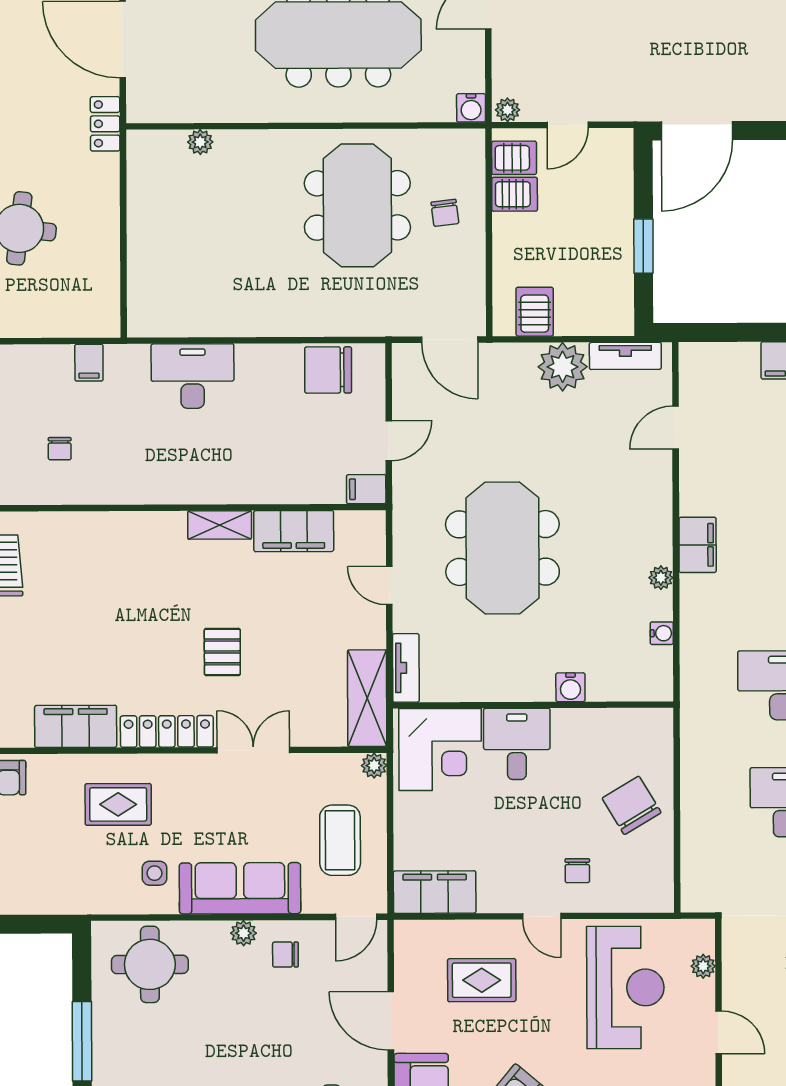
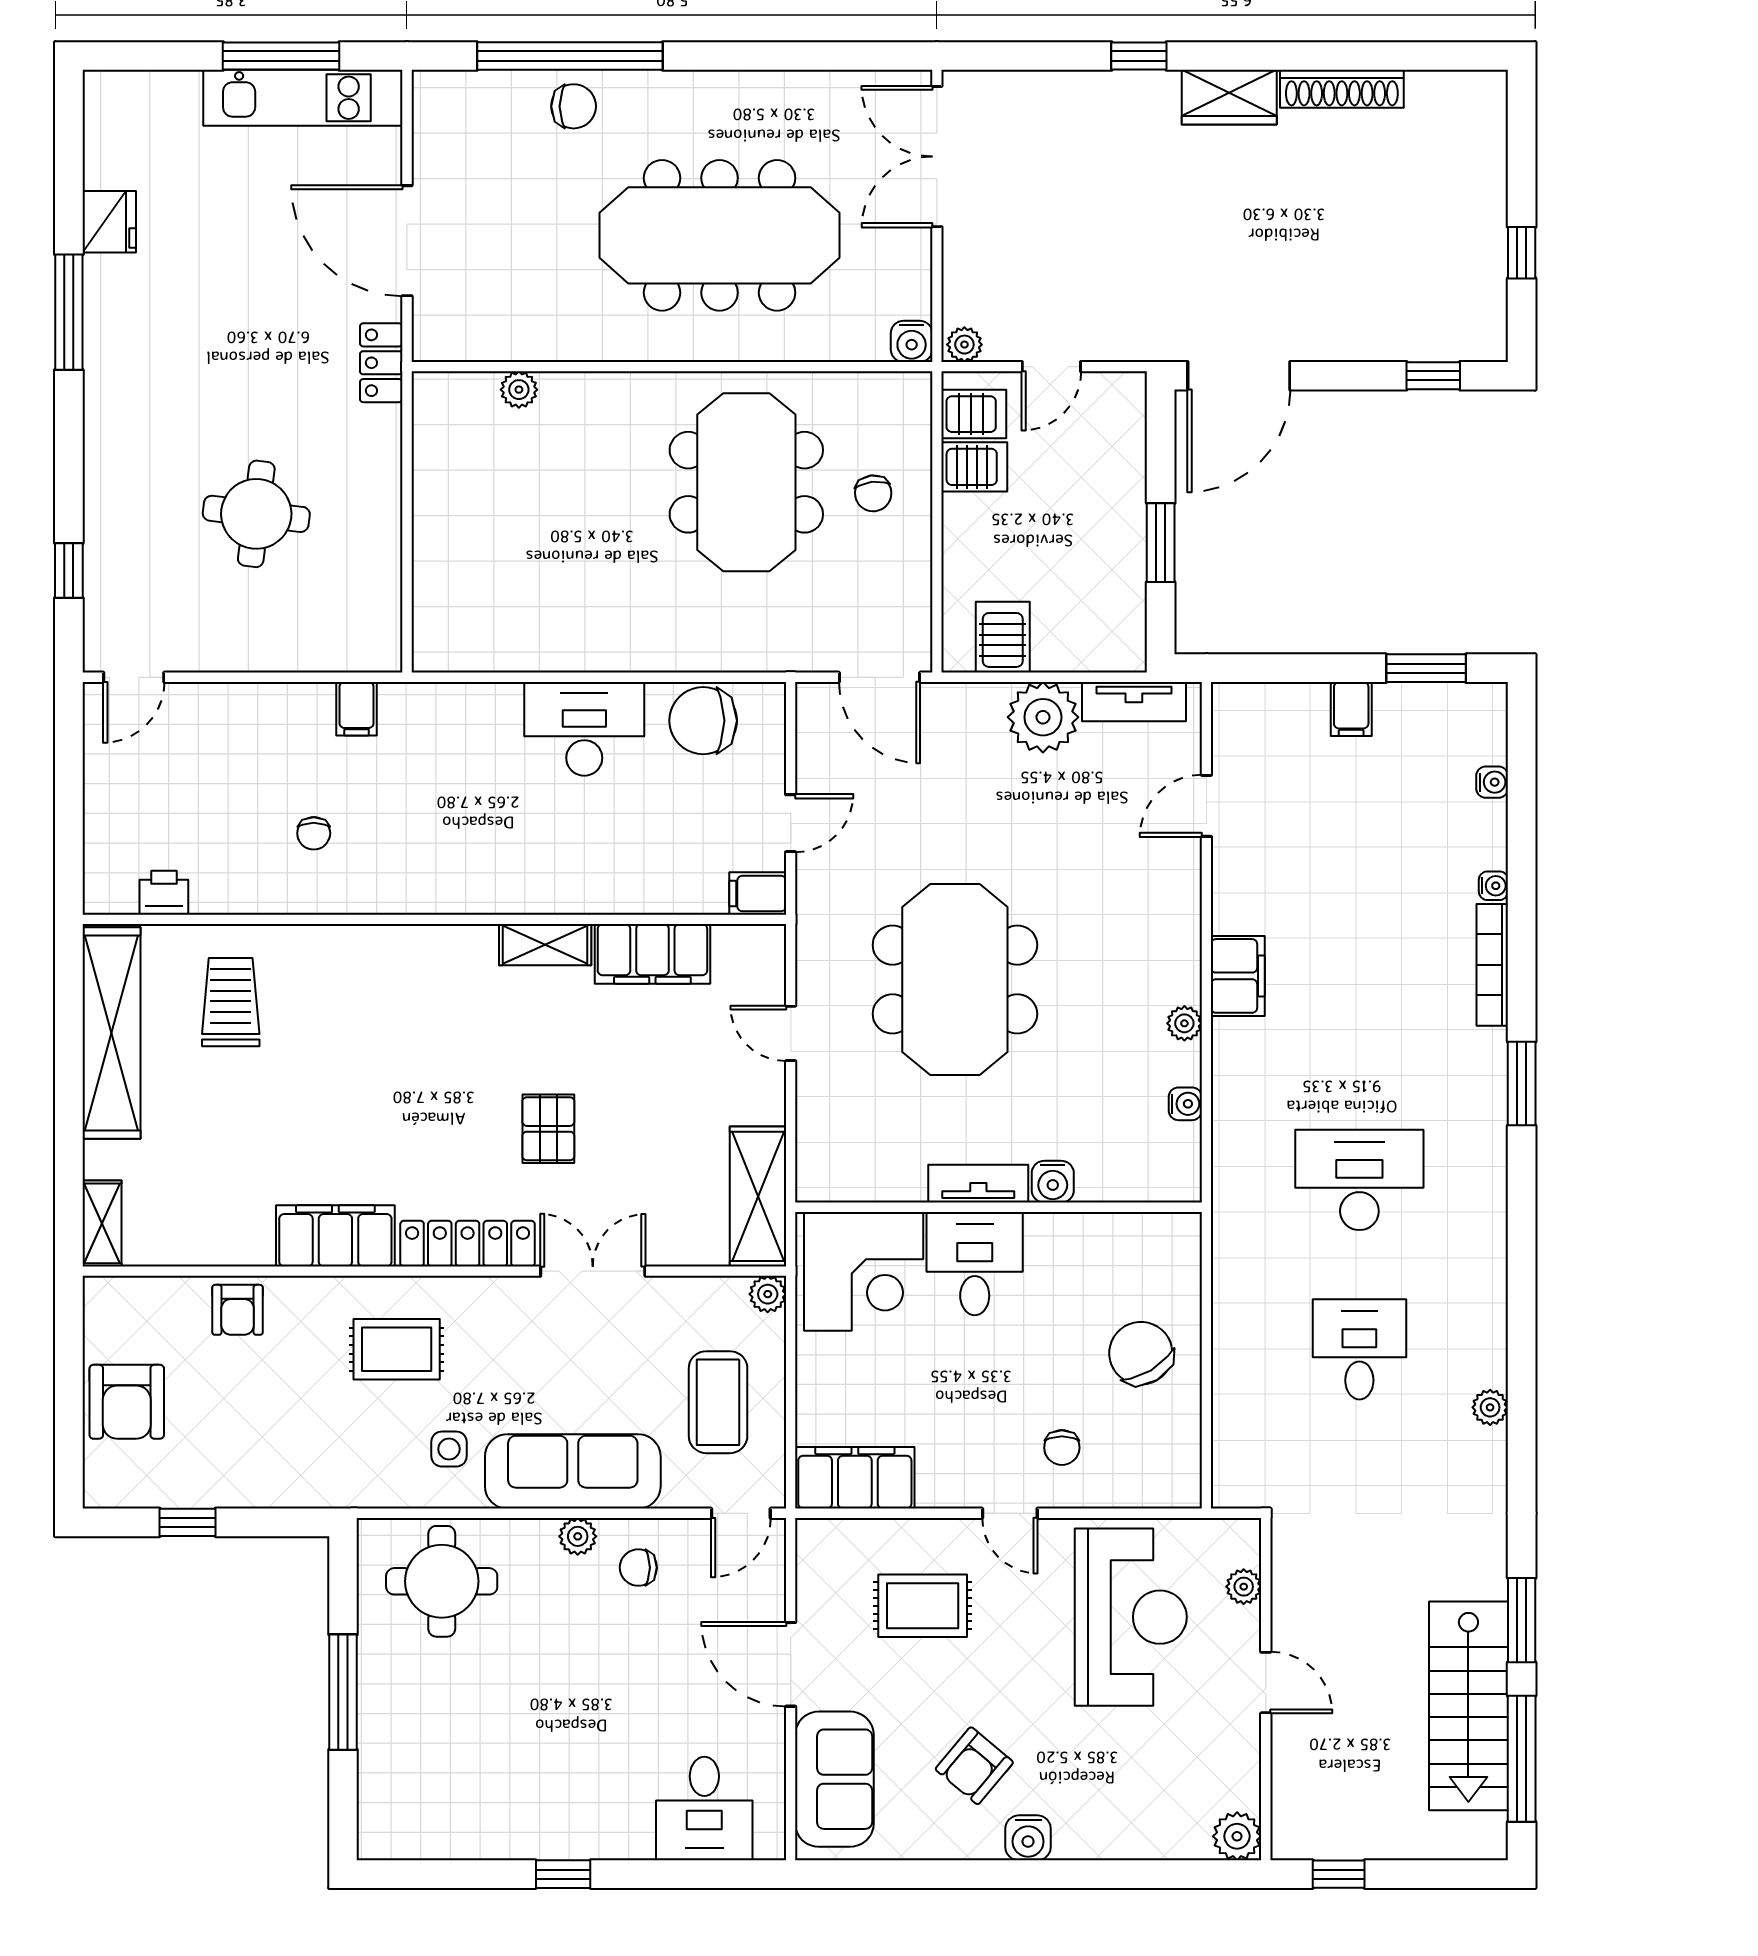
desk: (193, 376) -> (584, 729), moved
tv unit: (406, 668) -> (978, 1184), moved, turned -90

